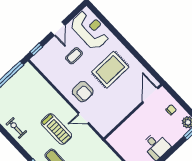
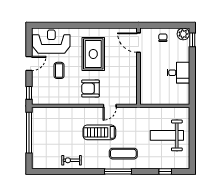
door: (58, 29) -> (29, 64), hinge flipped
armchair: (83, 92) -> (90, 88), turned 180
treadmill: (56, 129) -> (99, 132), turned 180

